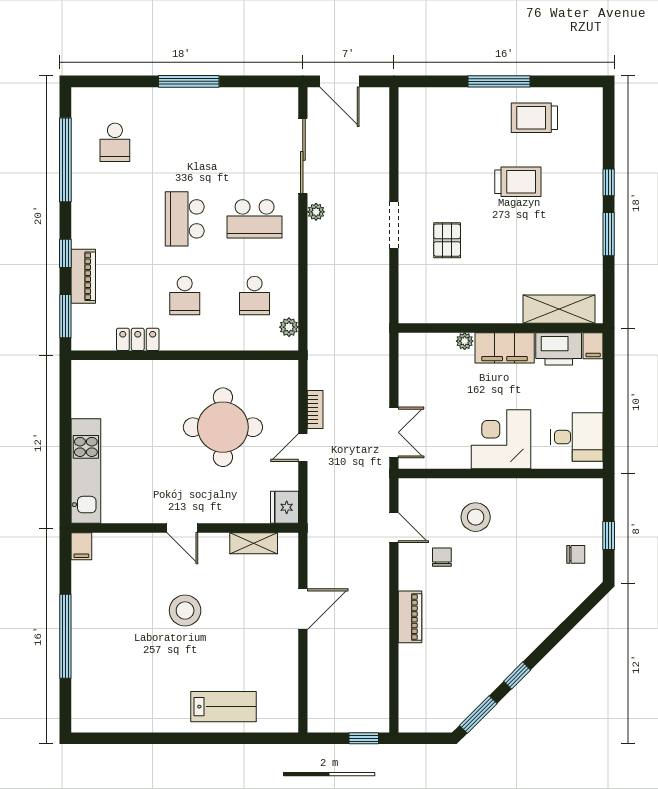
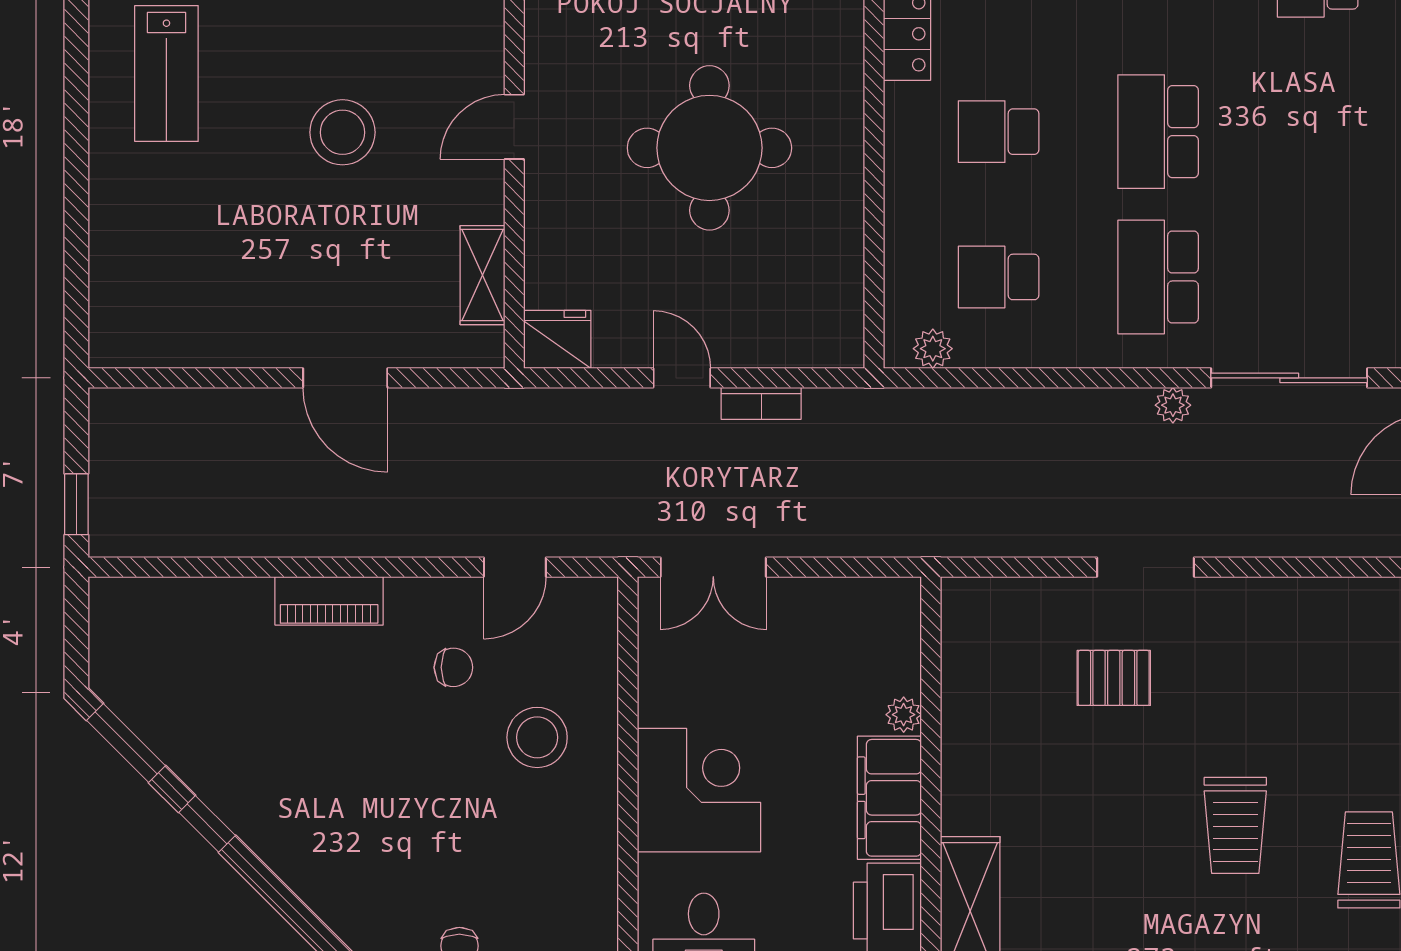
school desk: (185, 219) -> (1158, 132), turned -90
round table: (223, 427) -> (709, 148), moved
lab bench: (223, 707) -> (166, 73), moved

